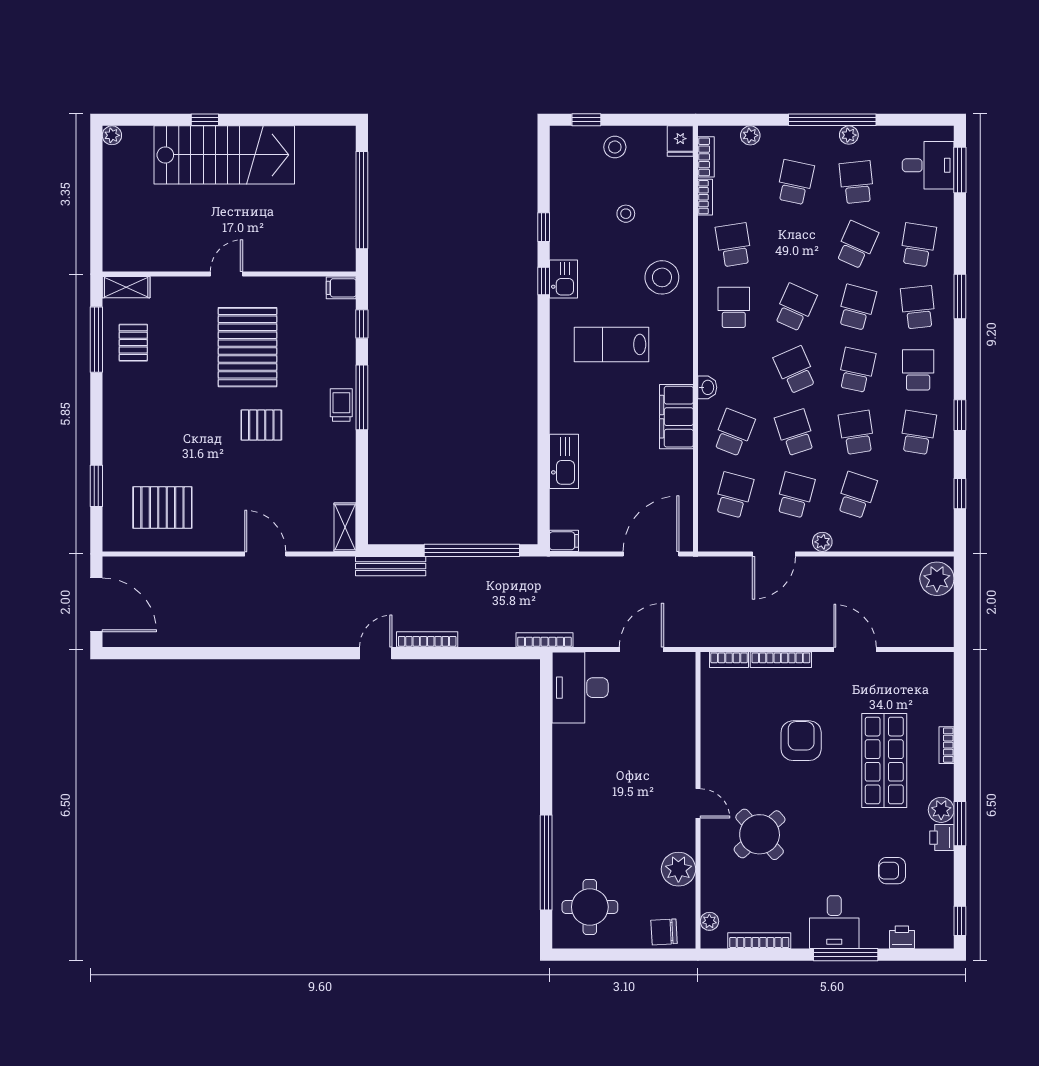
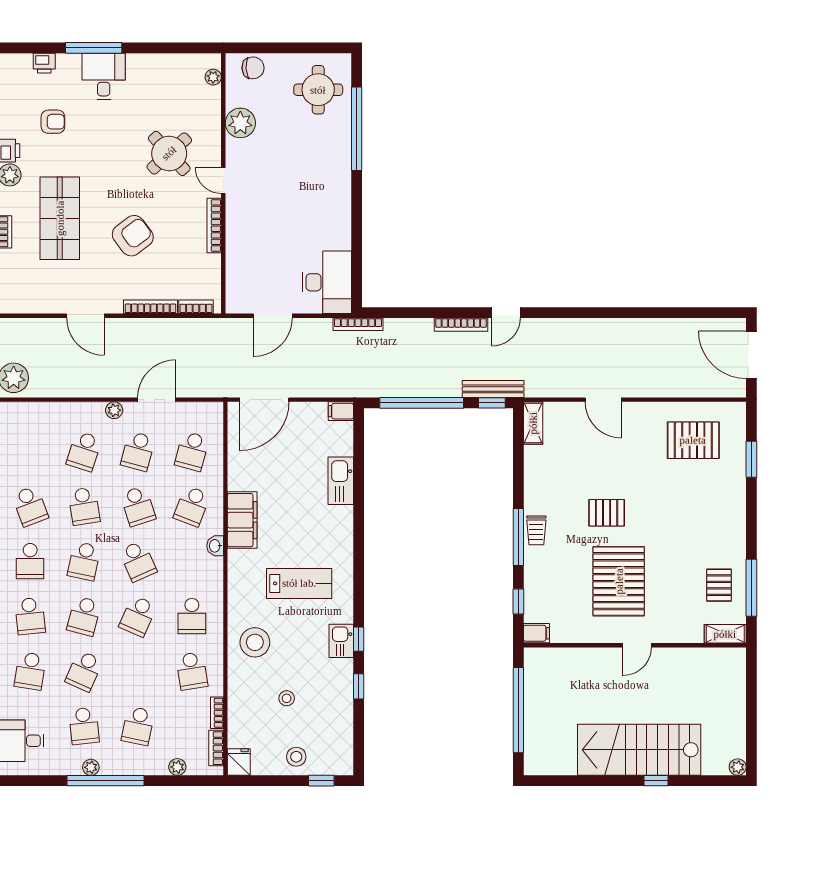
school desk: (918, 432) -> (30, 506), turned -30
window: (392, 550) -> (492, 403), added
armchair: (801, 741) -> (133, 236), turned -127
bookcase: (759, 941) -> (214, 225), moved, turned 90

